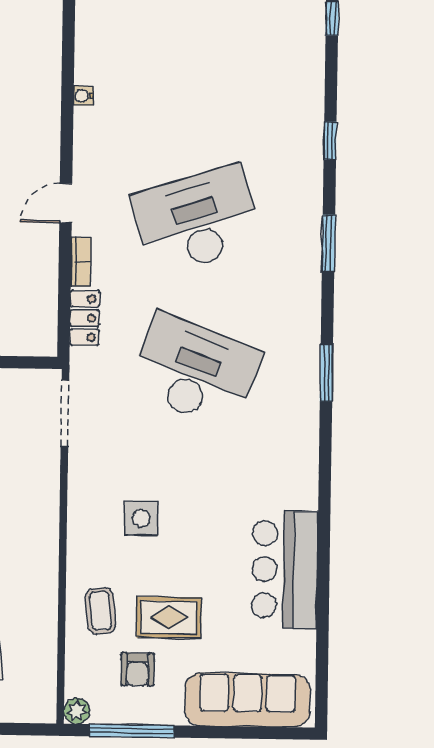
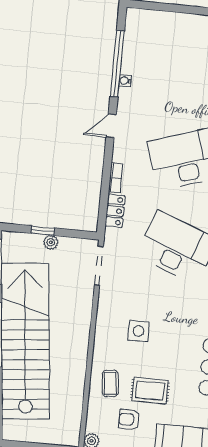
window: (68, 68) -> (117, 64), added
door: (66, 203) -> (111, 126), moved
armchair: (138, 669) -> (129, 419), turned 90

